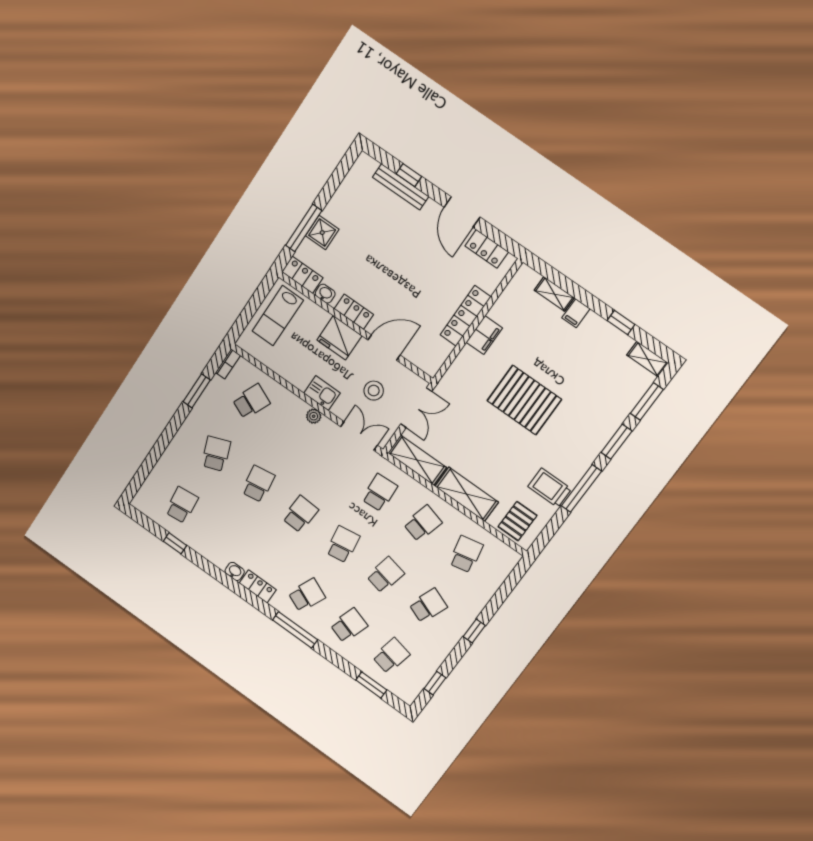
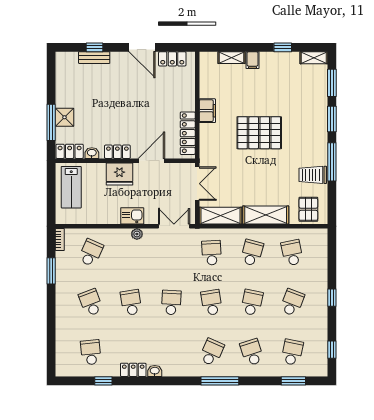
bench: (401, 187) -> (94, 58), width x0.73
locker: (465, 316) -> (188, 133), moved
stool: (374, 391) -> (163, 192), removed
locker: (258, 586) -> (133, 370), moved
school desk: (349, 625) -> (252, 352), turned -36

